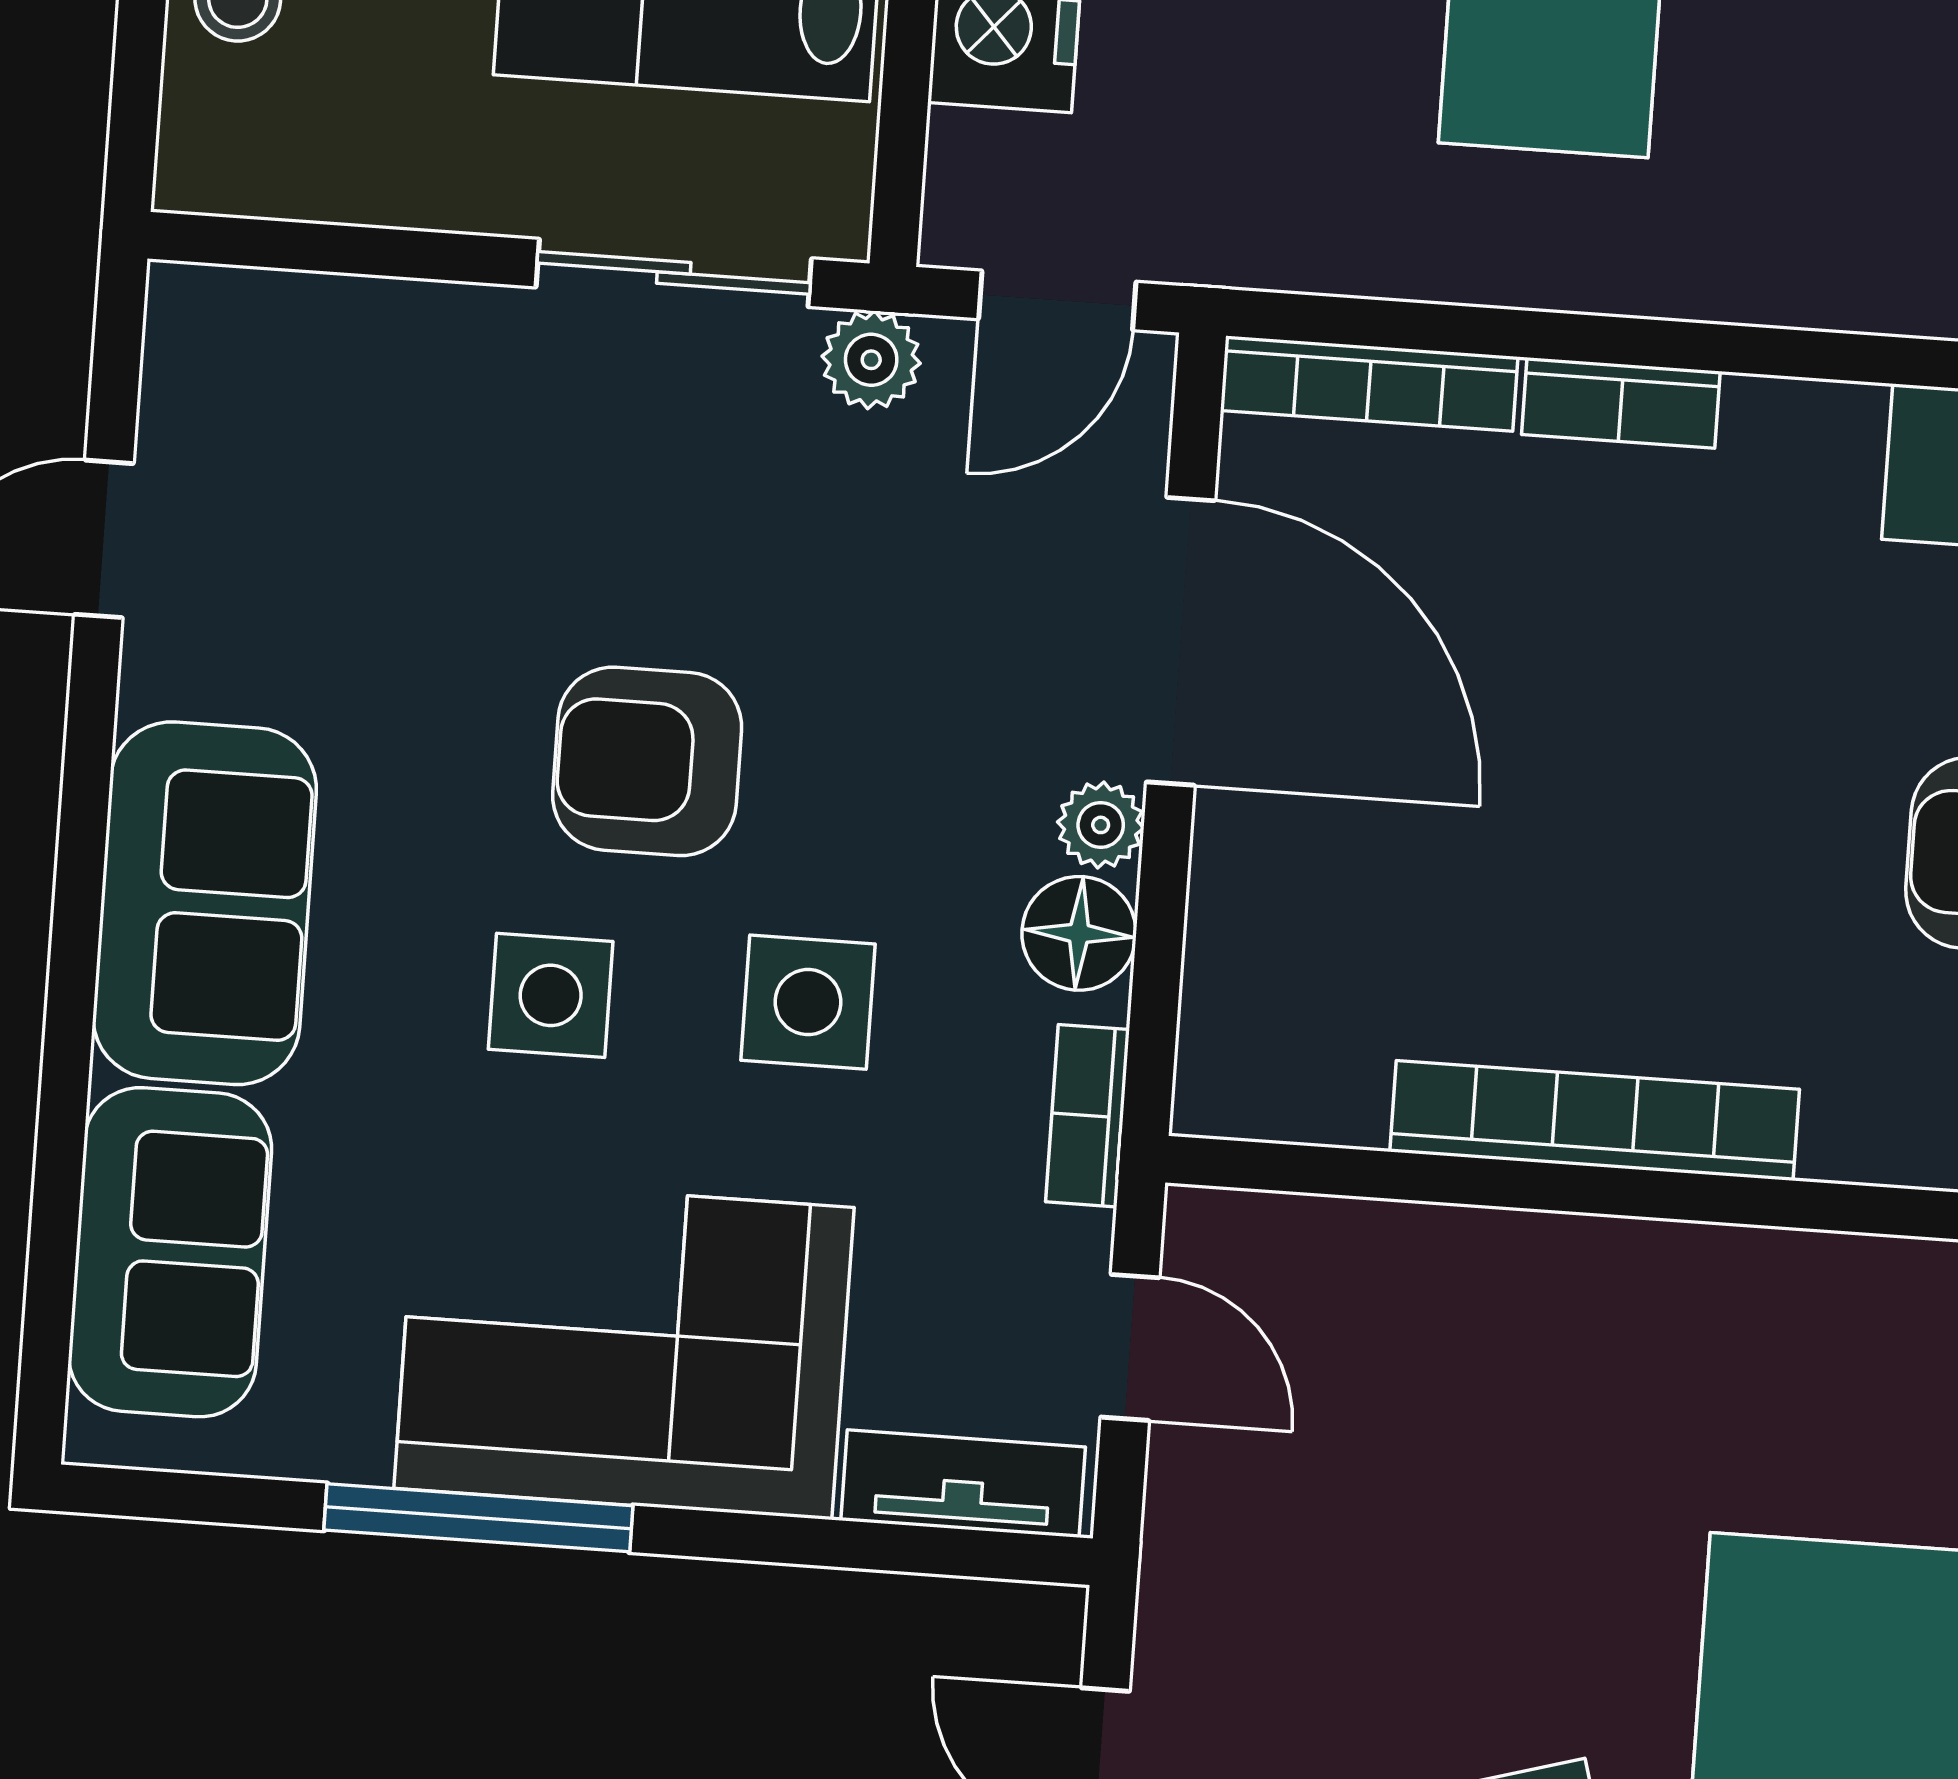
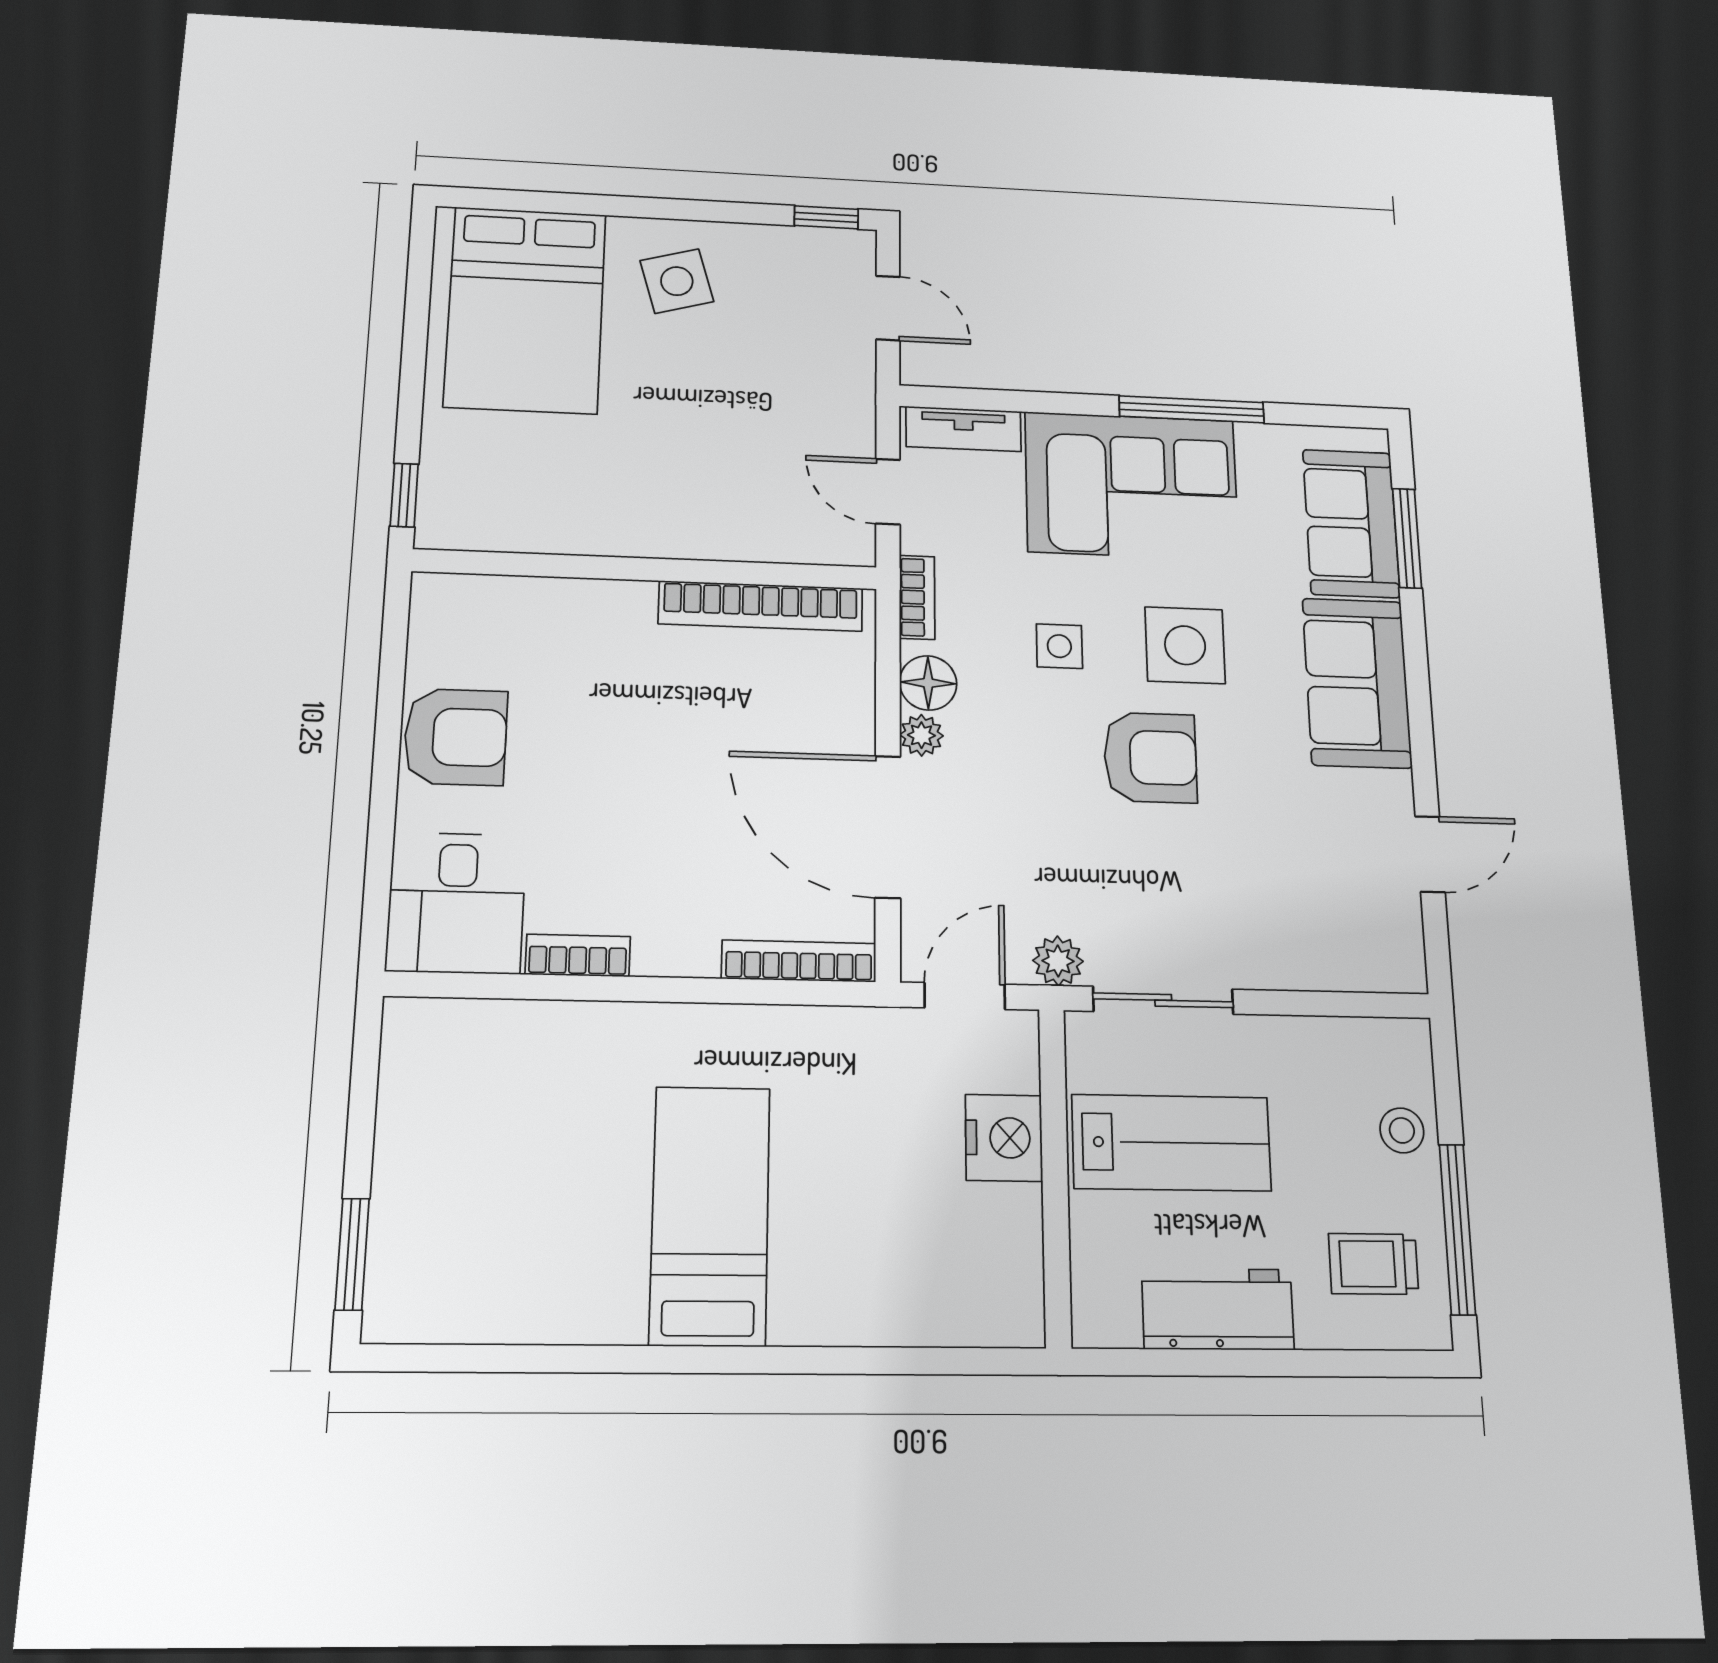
bookcase: (1621, 403) -> (578, 955), moved
side table: (551, 995) -> (1185, 645), width x1.37, depth x1.37
side table: (808, 1002) -> (1059, 646), width x0.73, depth x0.73
bookcase: (1595, 1121) -> (761, 606), moved
window: (55, 1215) -> (1407, 538), added

